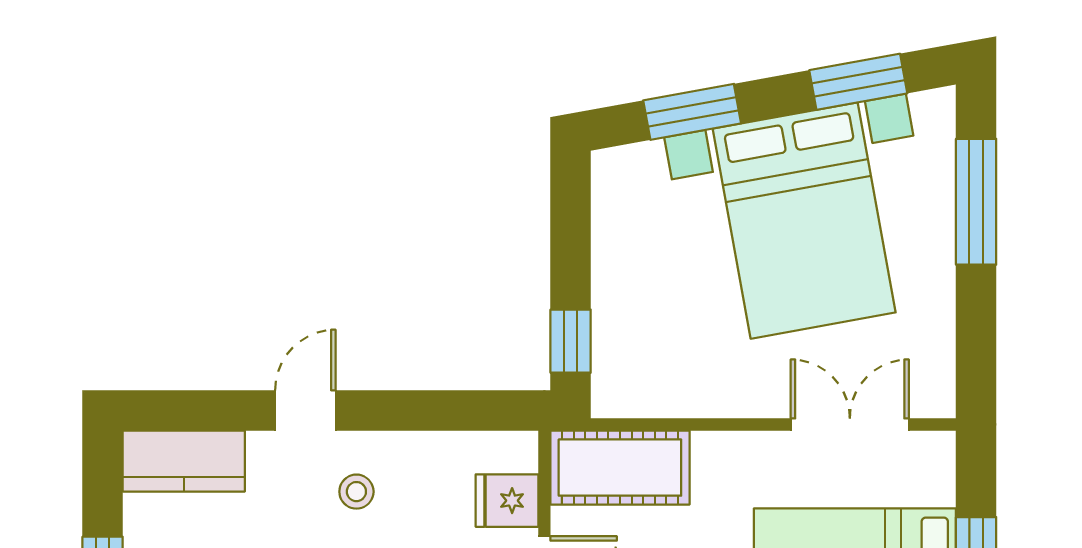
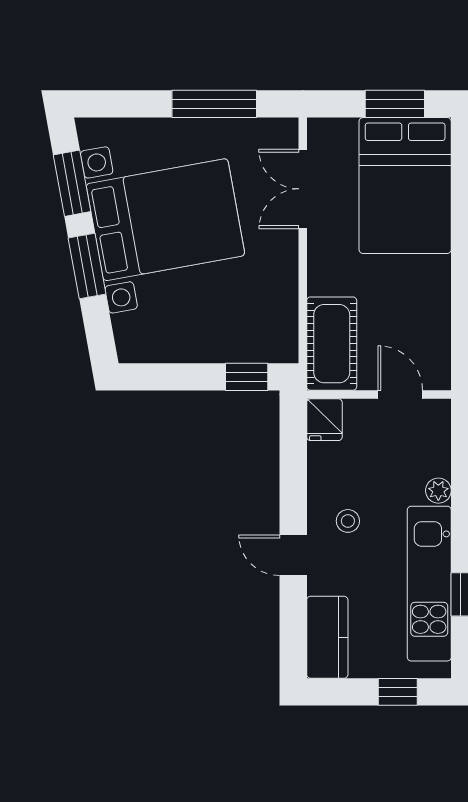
window: (692, 112) -> (87, 266), moved
window: (976, 202) -> (214, 104), moved
fridge: (507, 501) -> (324, 420), moved

